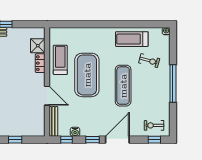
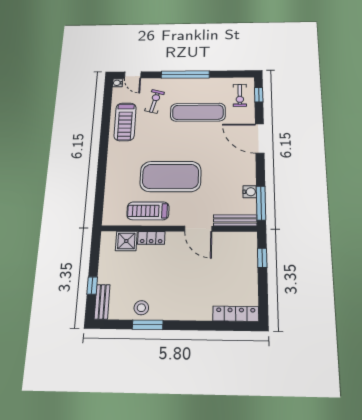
door: (173, 43) -> (133, 75), added
exercise mat: (123, 86) -> (198, 112), moved
door: (47, 96) -> (198, 229), swing flipped
window: (15, 140) -> (262, 258), moved
window: (66, 140) -> (261, 203), width x2.17
window: (93, 140) -> (260, 169), removed

